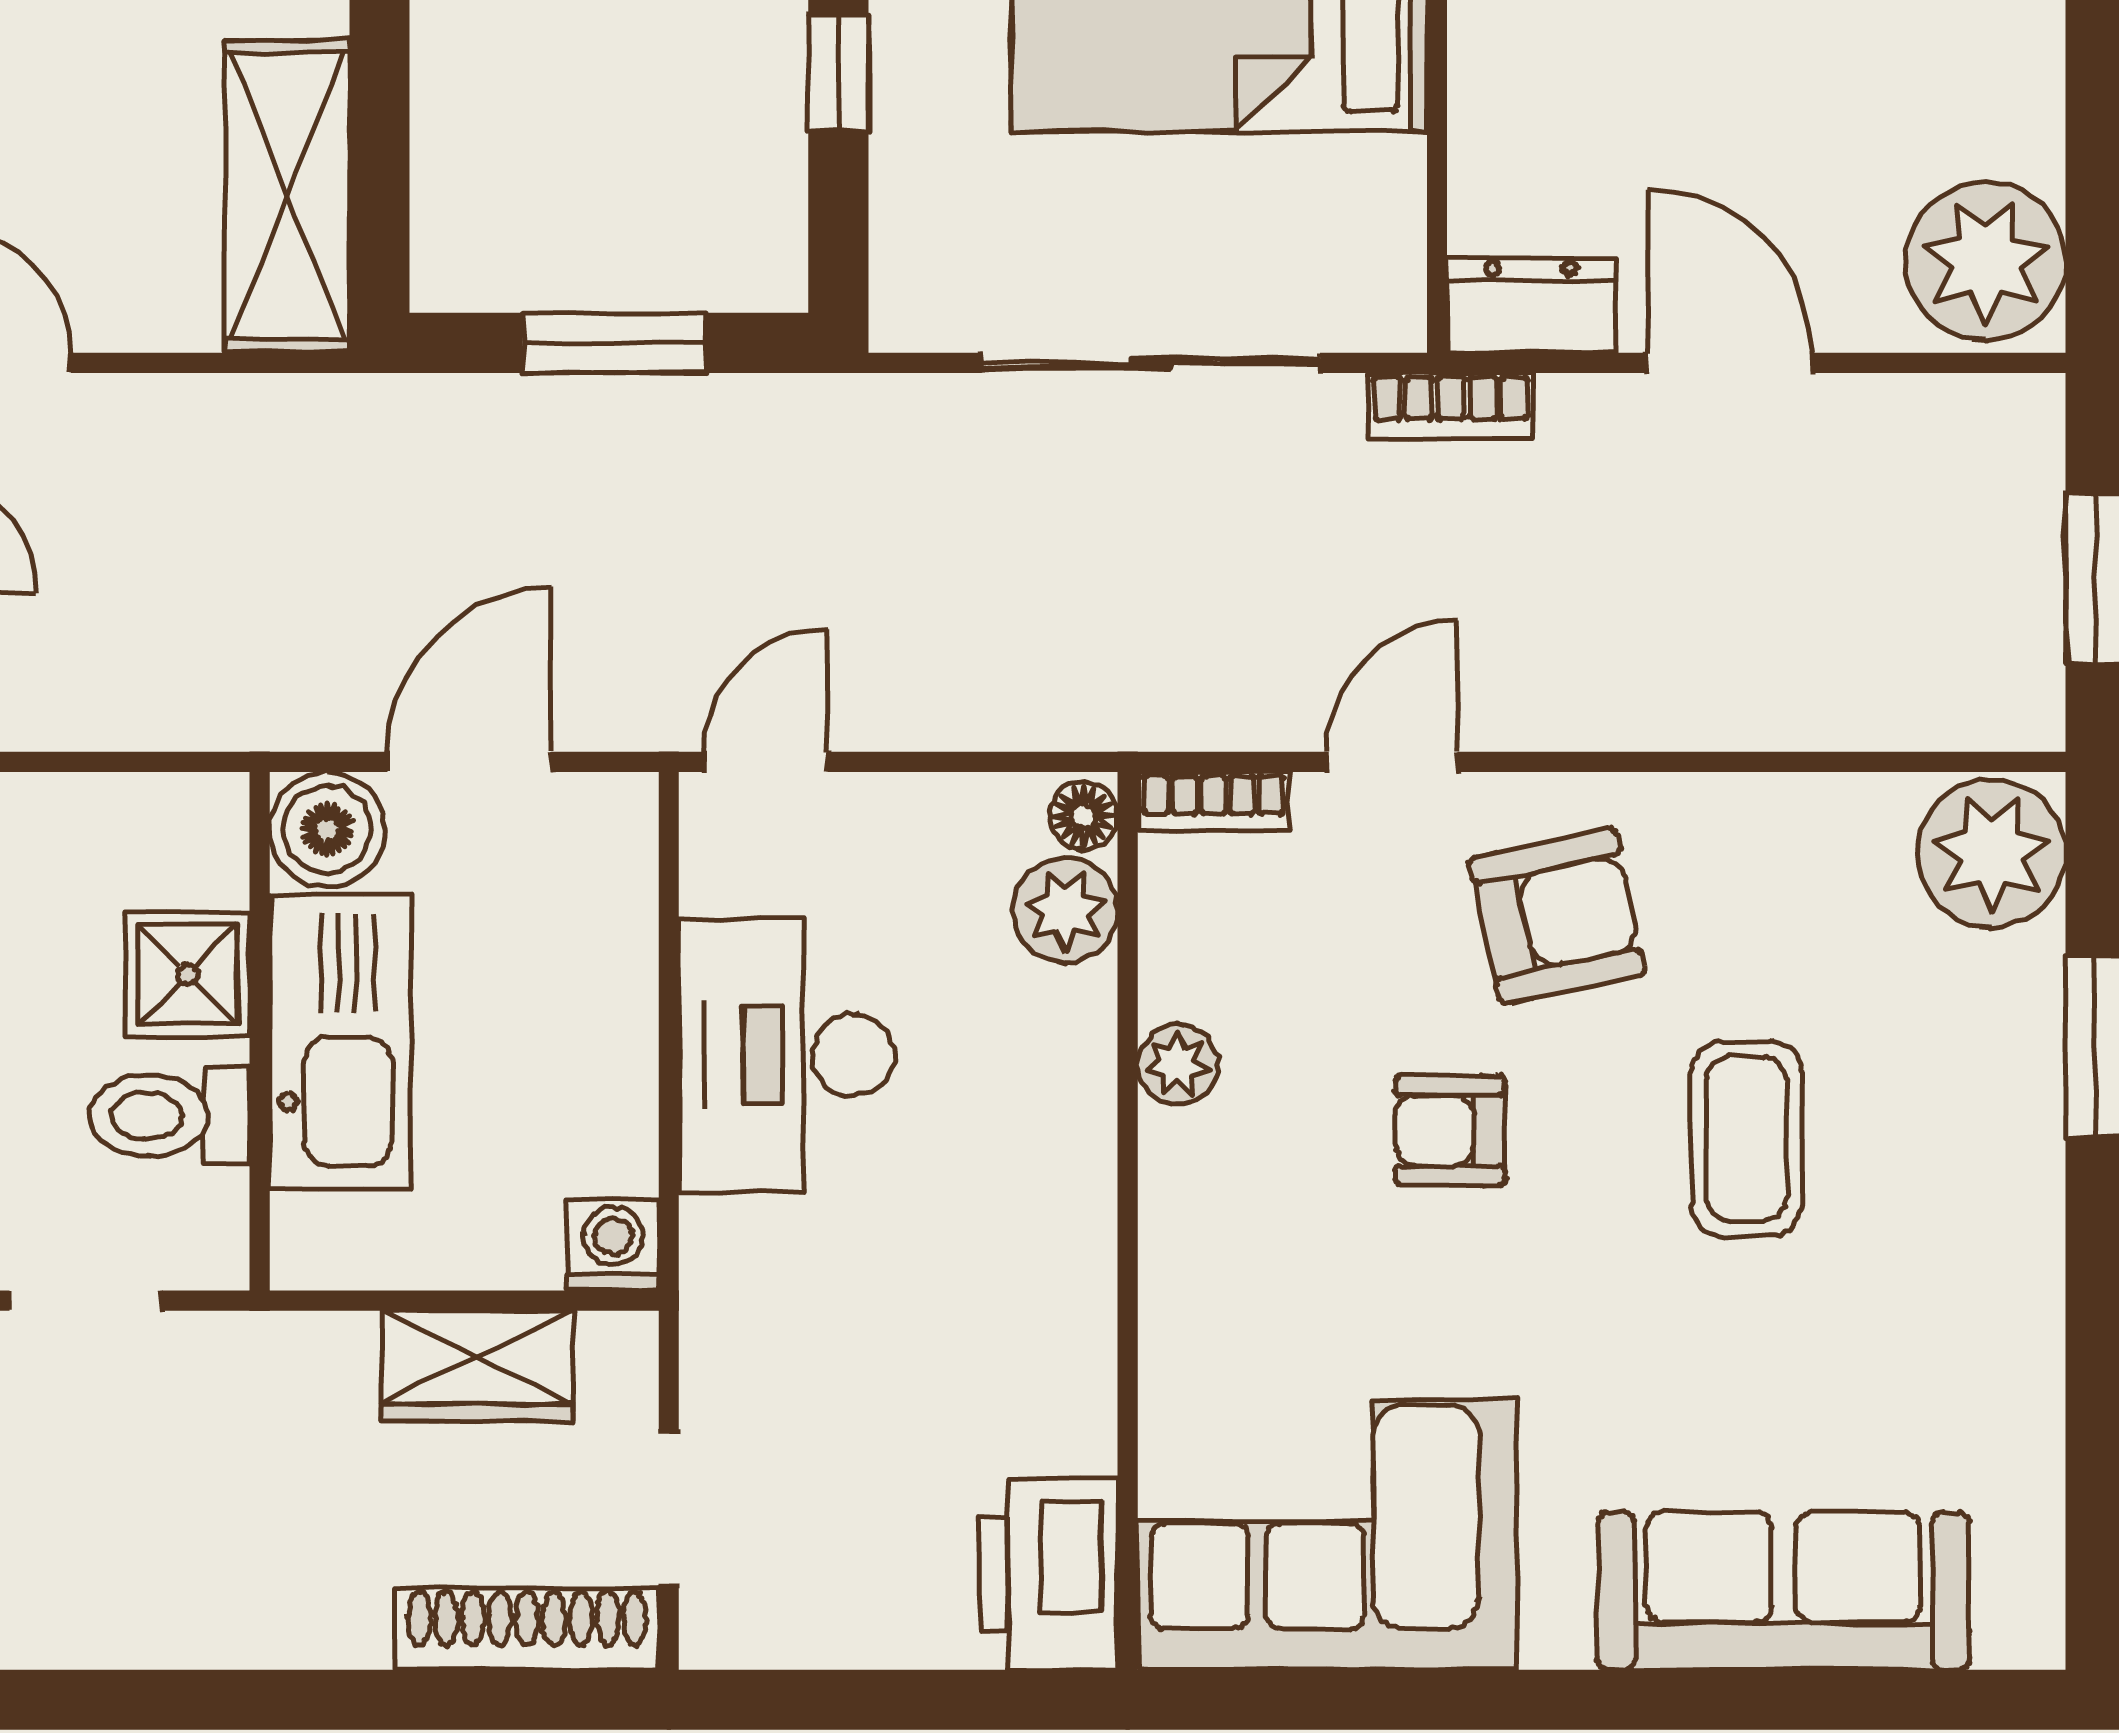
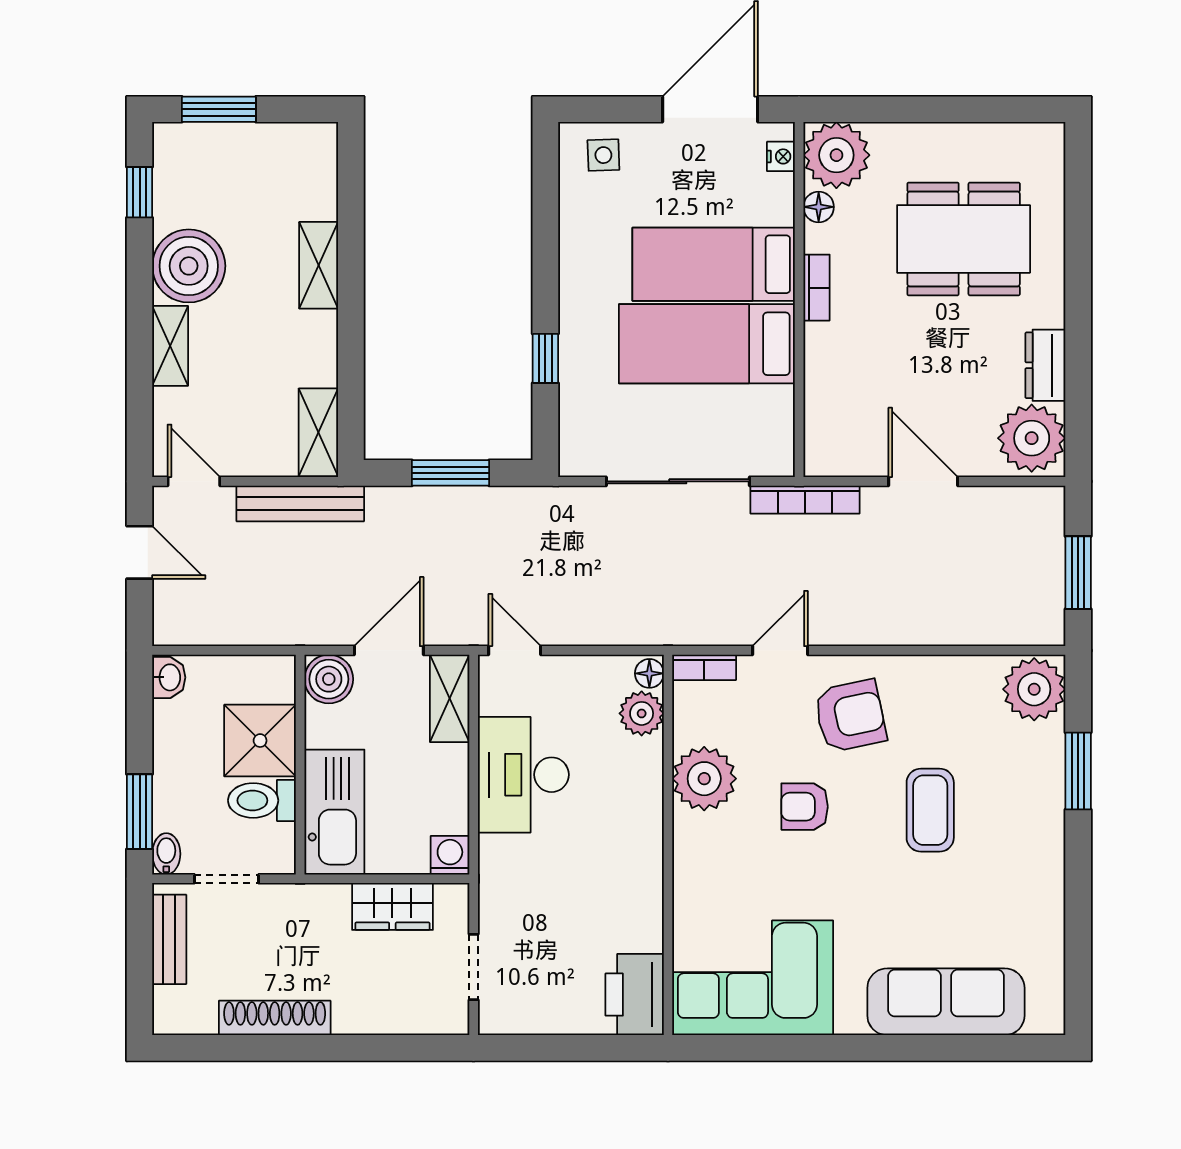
shelving: (287, 196) -> (318, 432), width x0.67, depth x0.75
dresser: (1531, 305) -> (1045, 365), moved, turned -90
bookcase: (1451, 406) -> (805, 500), width x1.56
bench: (260, 415) -> (300, 503), added
door: (766, 762) -> (515, 650), hinge flipped
shelving: (612, 875) -> (450, 698), added
shower: (188, 975) -> (260, 741), width x1.36, depth x1.36
kitchen sink: (340, 1042) -> (334, 812), moved
plant: (1178, 1064) -> (704, 779), width x1.88, depth x1.88
shoe rack: (527, 1629) -> (275, 1018), moved

